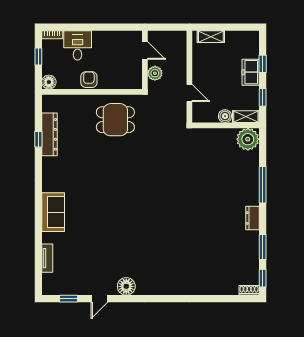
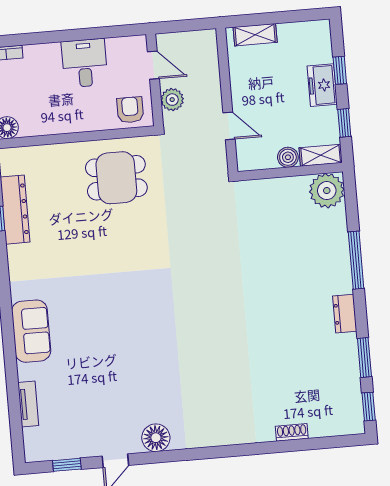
desk: (78, 45) -> (84, 63), moved
armchair: (89, 80) -> (130, 110), moved
shoe rack: (249, 290) -> (292, 432), moved

